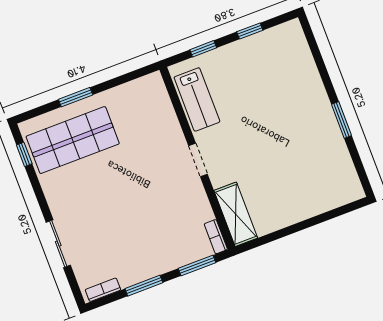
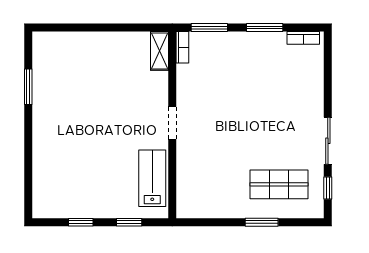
window: (341, 120) -> (28, 87), moved
shop shelf: (73, 140) -> (279, 184), width x0.70, depth x0.74
shelving: (236, 214) -> (160, 51), width x0.67, depth x0.75
sliding door: (58, 244) -> (328, 141), moved

